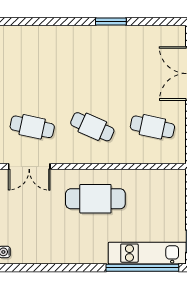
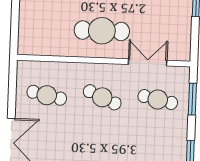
double door: (29, 166) -> (148, 62), moved

